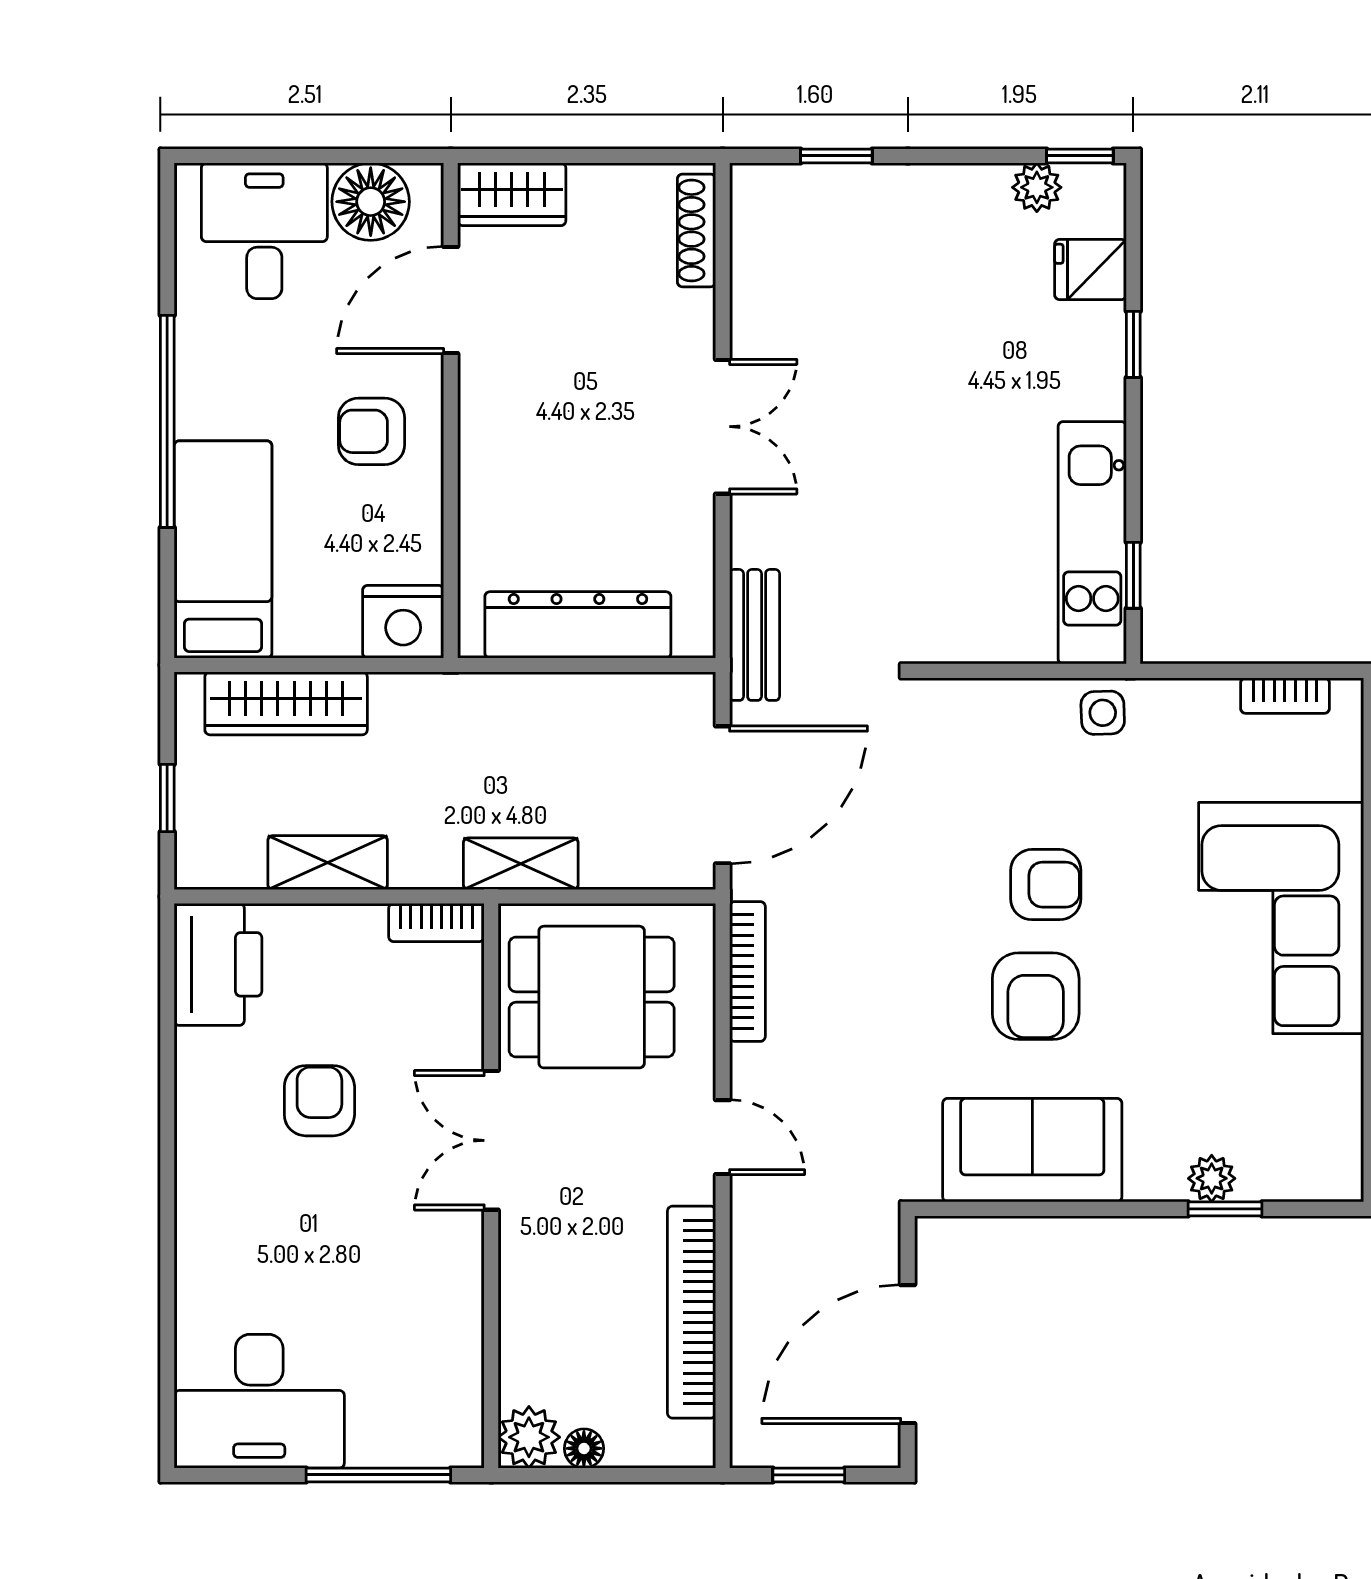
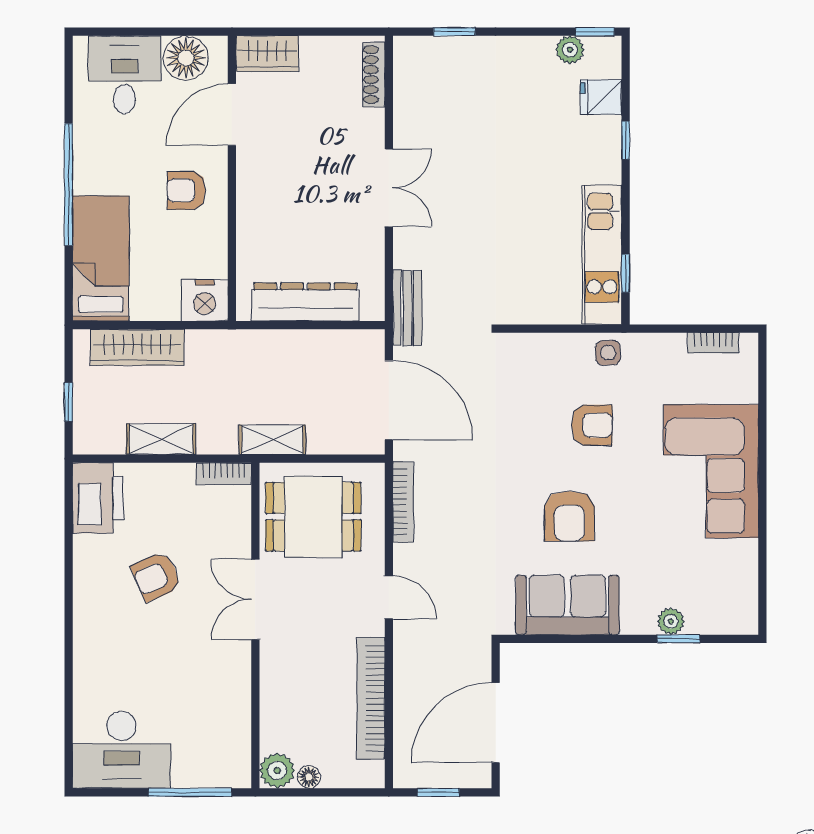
door: (723, 795) -> (389, 400), hinge flipped
armchair: (1046, 885) -> (592, 425), moved
armchair: (319, 1101) -> (156, 576), turned -114

